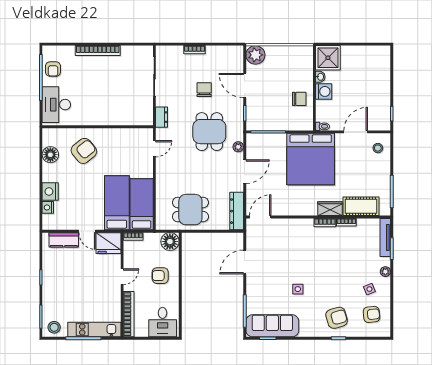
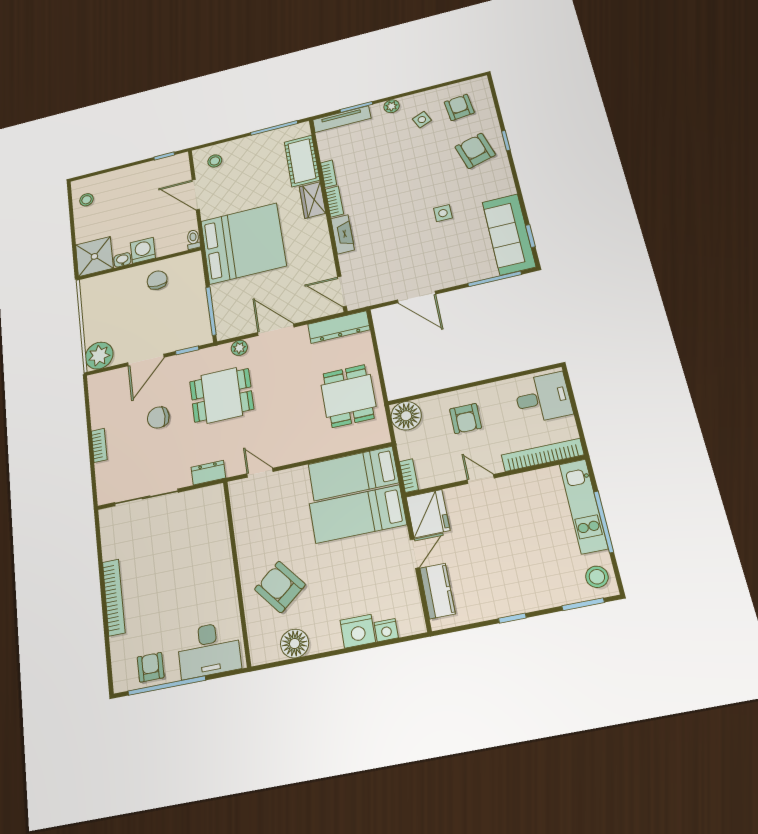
stool: (373, 56) -> (86, 200), added
armchair: (53, 69) -> (151, 667), turned -90
fireplace: (300, 224) -> (343, 234), added

